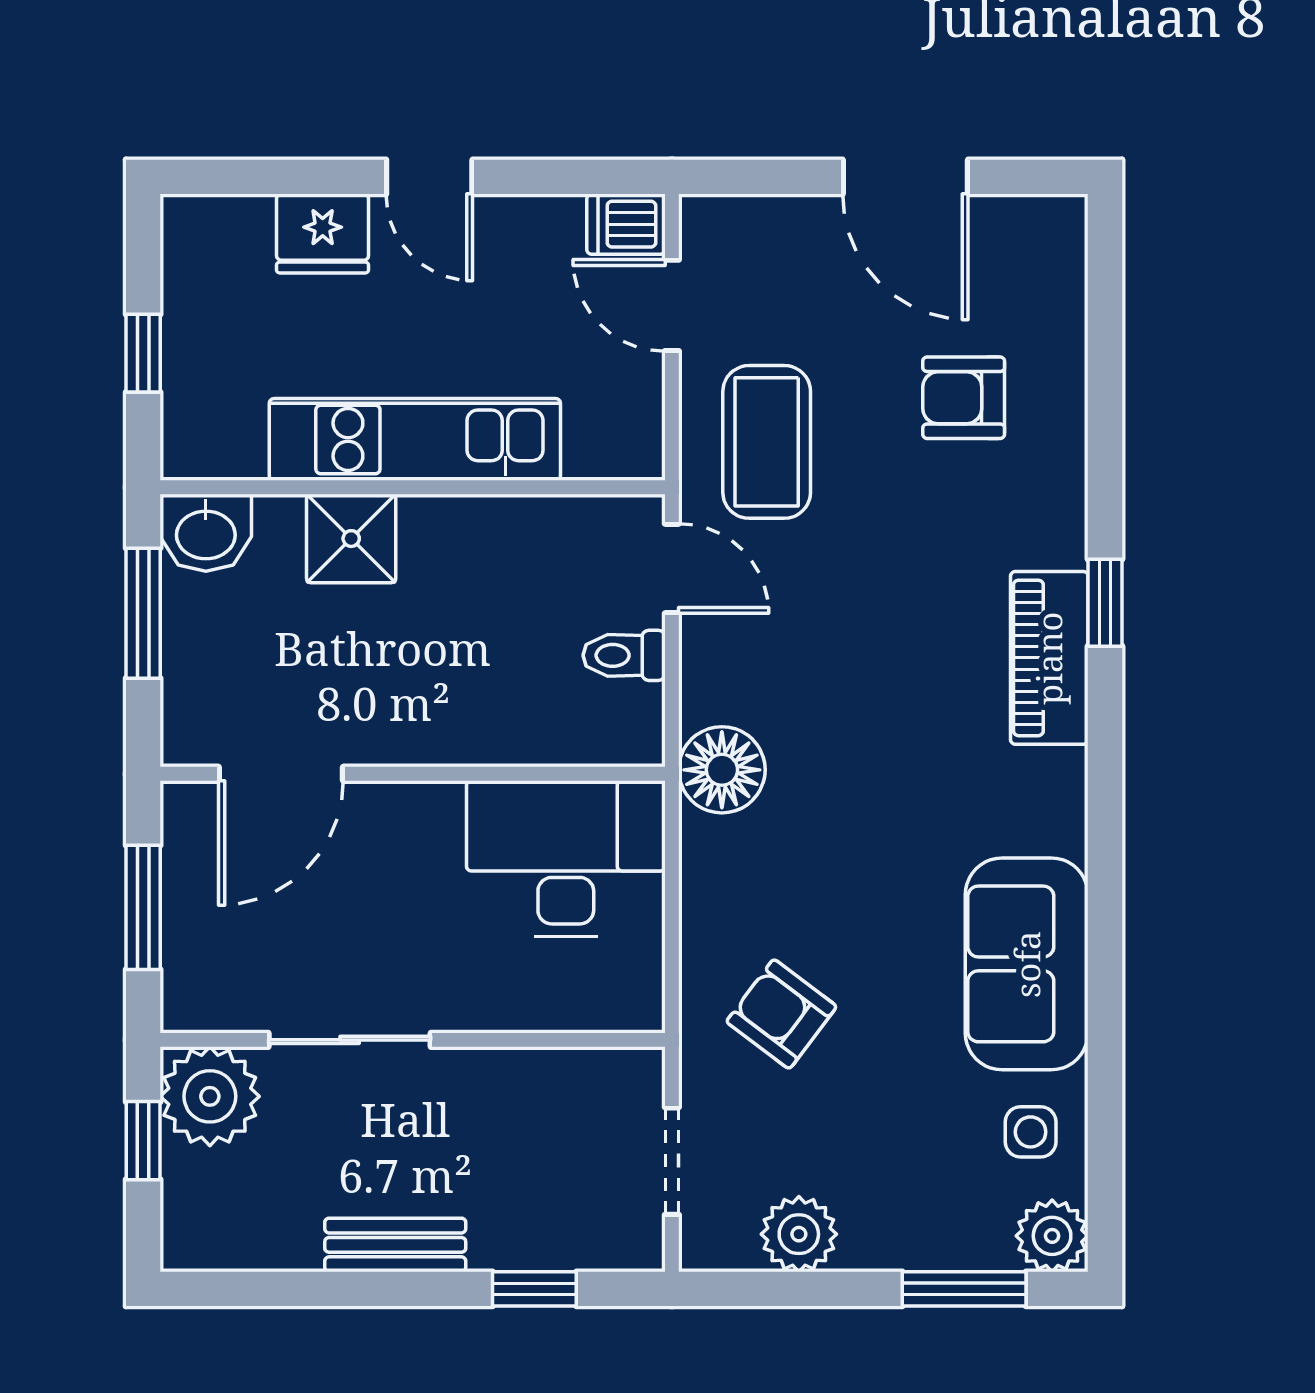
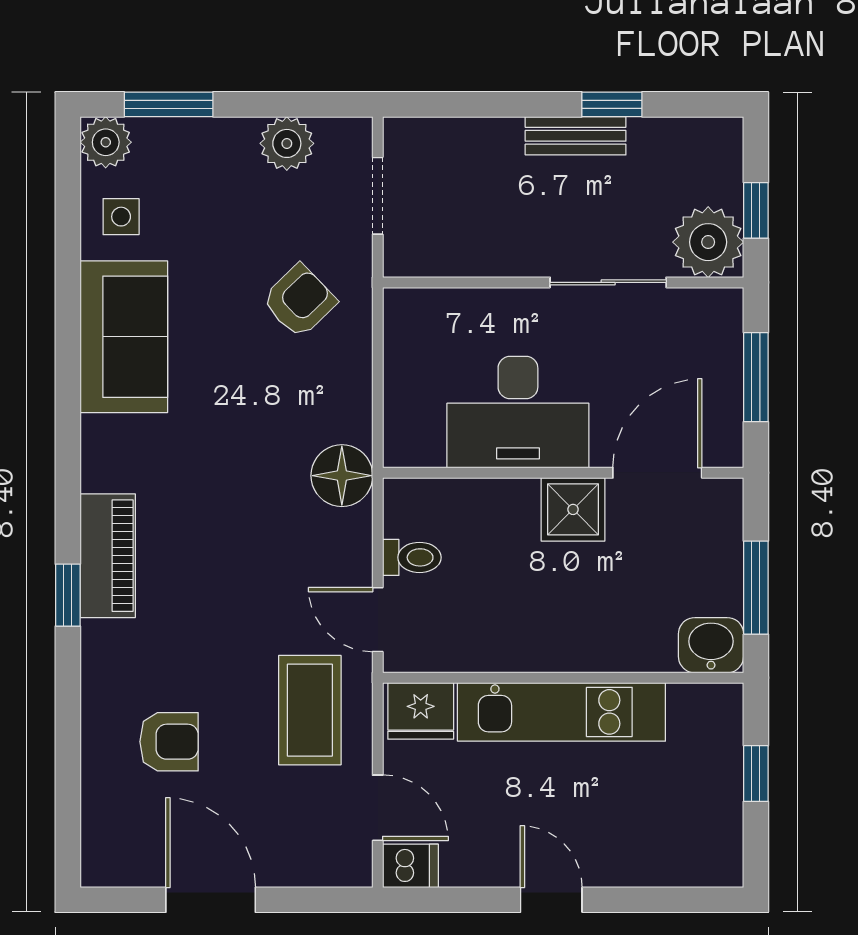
fridge: (323, 233) -> (421, 711), moved, turned 180
shower: (351, 539) -> (573, 509), moved
desk: (566, 859) -> (518, 412), moved
armchair: (781, 1014) -> (299, 301), turned -81
window: (534, 1289) -> (612, 104), moved

